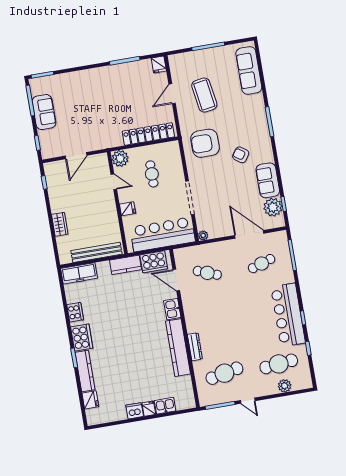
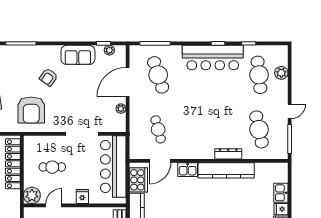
plant: (273, 207) -> (109, 50), width x0.53, depth x0.53
plant: (203, 235) -> (121, 109), moved
cafe table: (262, 264) -> (158, 75), width x1.37, depth x1.35
cafe table: (207, 273) -> (158, 129), turned -36

